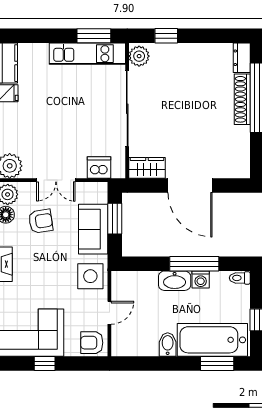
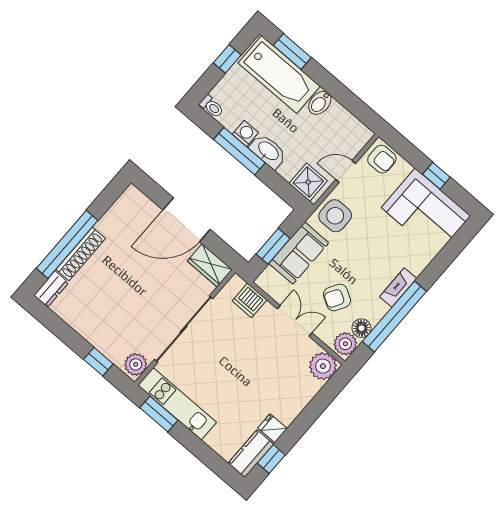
door: (190, 185) -> (186, 220), swing flipped
armchair: (41, 221) -> (337, 297), turned -51
shower: (129, 283) -> (308, 182), added

